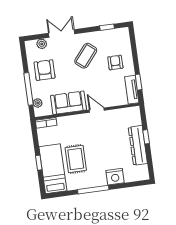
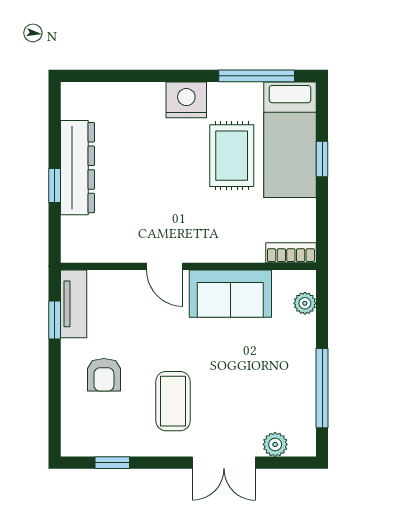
coffee table: (86, 56) -> (173, 401), turned -40
armchair: (44, 70) -> (277, 380), removed
window: (29, 89) -> (322, 388), moved
nightstand: (115, 177) -> (186, 100), moved
window: (93, 190) -> (257, 76), moved

